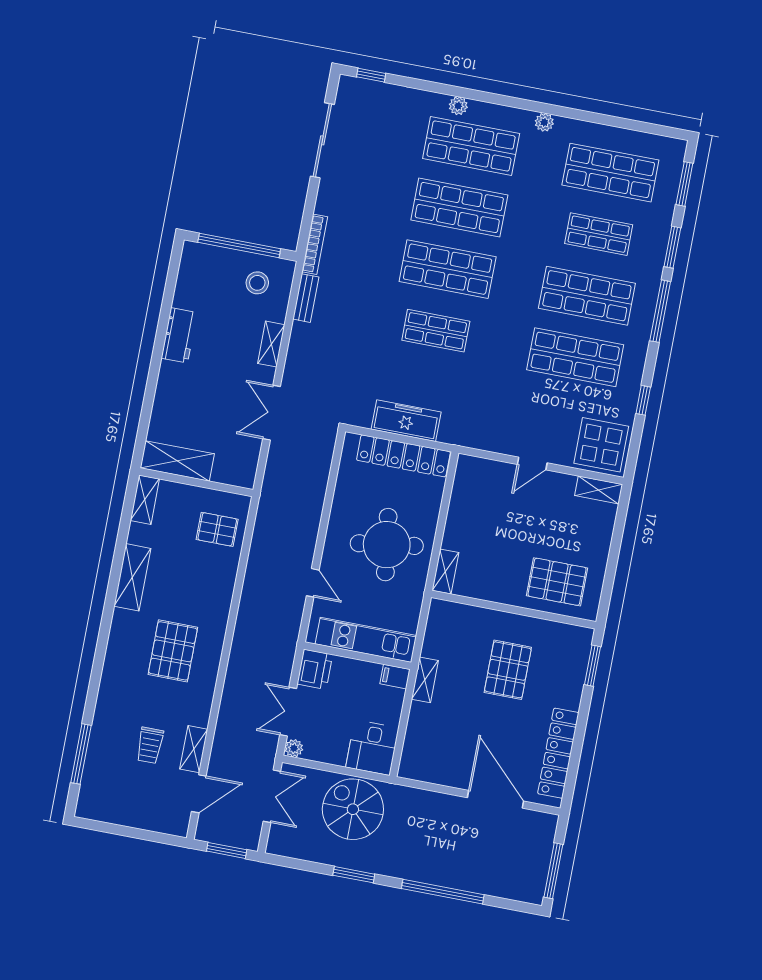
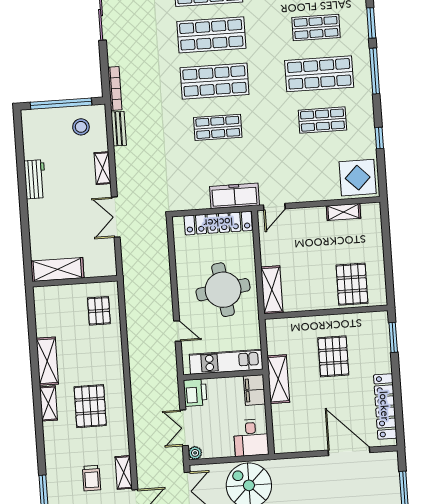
shop shelf: (575, 357) -> (322, 120), width x0.70, depth x0.74
freezer: (406, 421) -> (234, 196), moved
door: (532, 464) -> (274, 207), moved
shelving: (599, 490) -> (343, 212), moved
shelving: (145, 500) -> (49, 403), moved
pallet: (217, 529) -> (99, 311), turned 90
shelving: (445, 571) -> (272, 290), width x1.50, depth x1.33
pallet: (557, 582) -> (352, 284), turned 90
filing cabinet: (395, 677) -> (254, 390), width x2.00
shelving: (425, 680) -> (278, 379), width x1.50, depth x1.33

